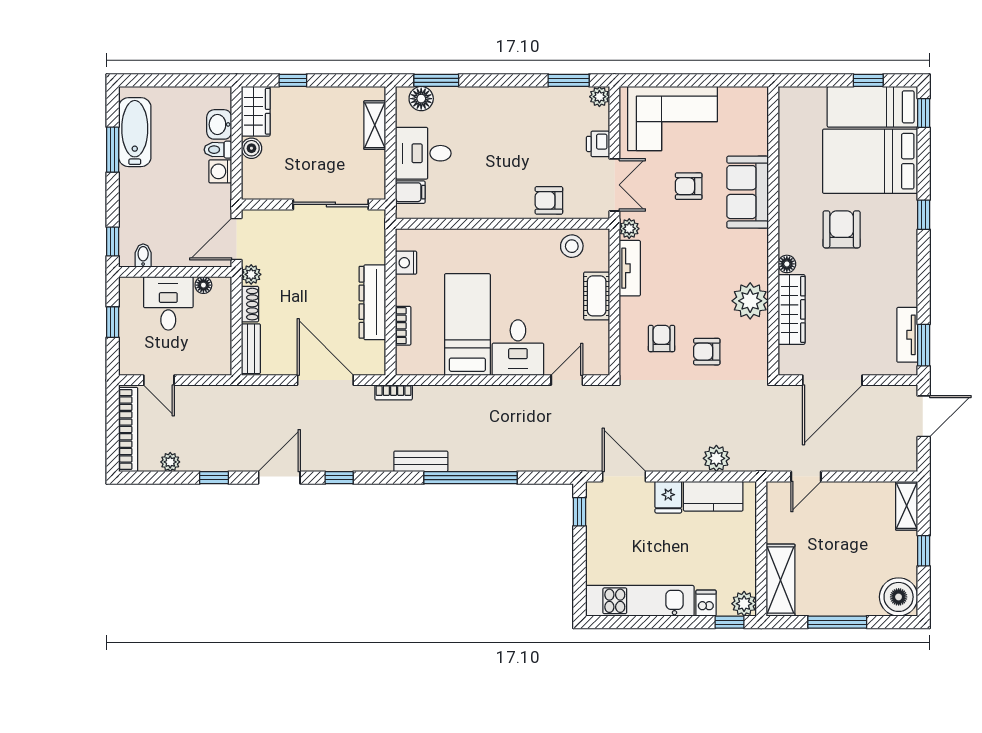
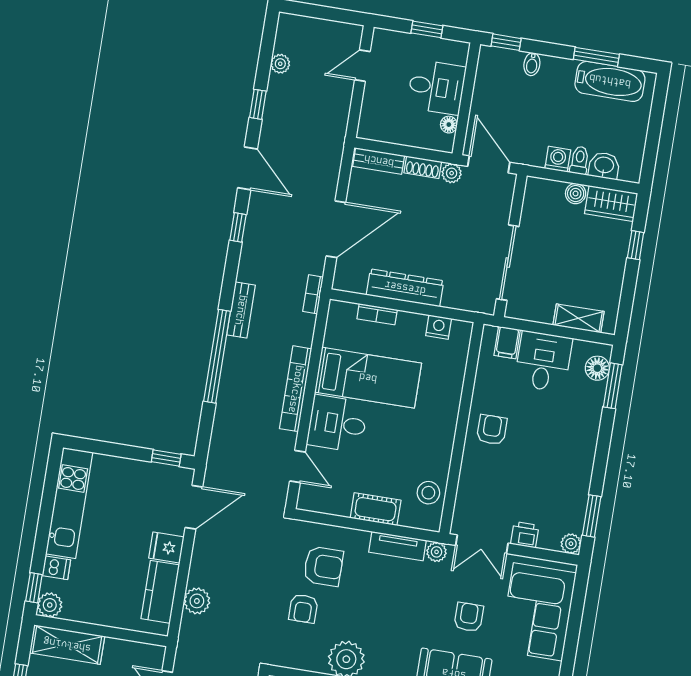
armchair: (549, 200) -> (492, 430), moved
bidet: (143, 255) -> (532, 64), moved, turned 90
armchair: (662, 339) -> (323, 566), width x1.38, depth x1.38
armchair: (707, 352) -> (303, 609), turned 180
bookcase: (128, 429) -> (296, 389), moved, turned 90

